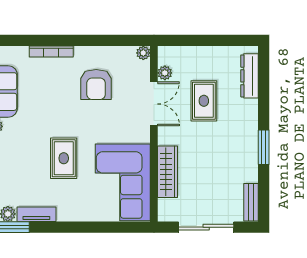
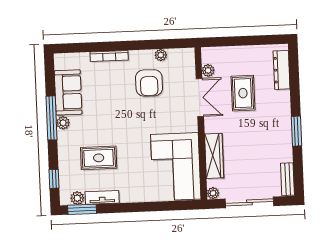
plant: (143, 53) -> (161, 55), moved
rug: (64, 158) -> (99, 158), moved, turned 90
plant: (164, 215) -> (213, 193), added

